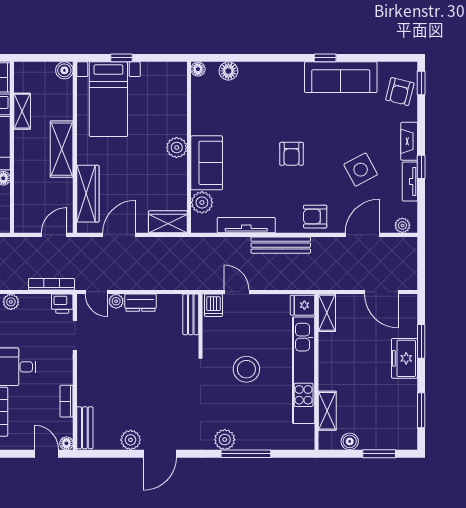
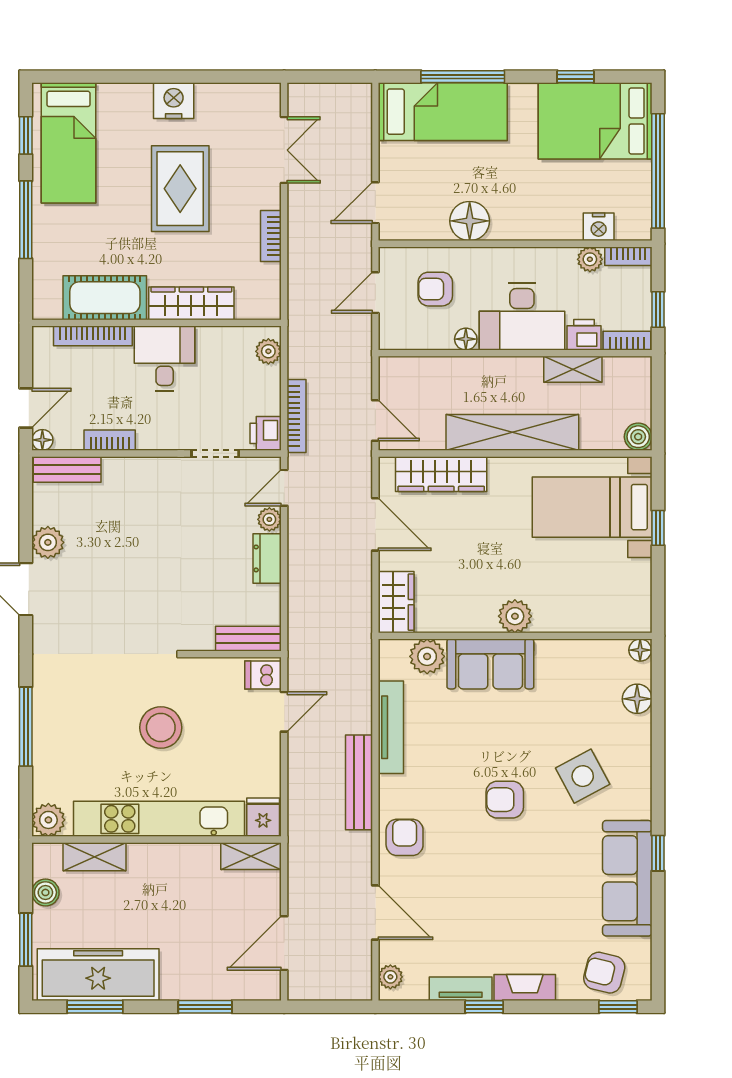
shelving: (62, 149) -> (512, 432), width x1.47
side table: (361, 170) -> (583, 776), moved
freezer: (404, 358) -> (98, 975), moved, width x1.91, depth x1.26
plant: (225, 440) -> (48, 820), moved

